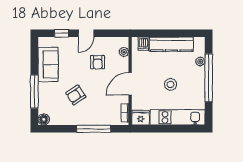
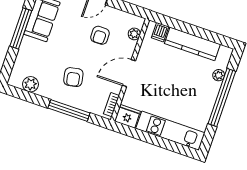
stool: (170, 84) -> (175, 90), removed
window: (34, 91) -> (21, 28), moved
armchair: (76, 95) -> (73, 77), moved, turned -68
floor lamp: (44, 119) -> (15, 80), removed
plant: (57, 119) -> (30, 84), added

